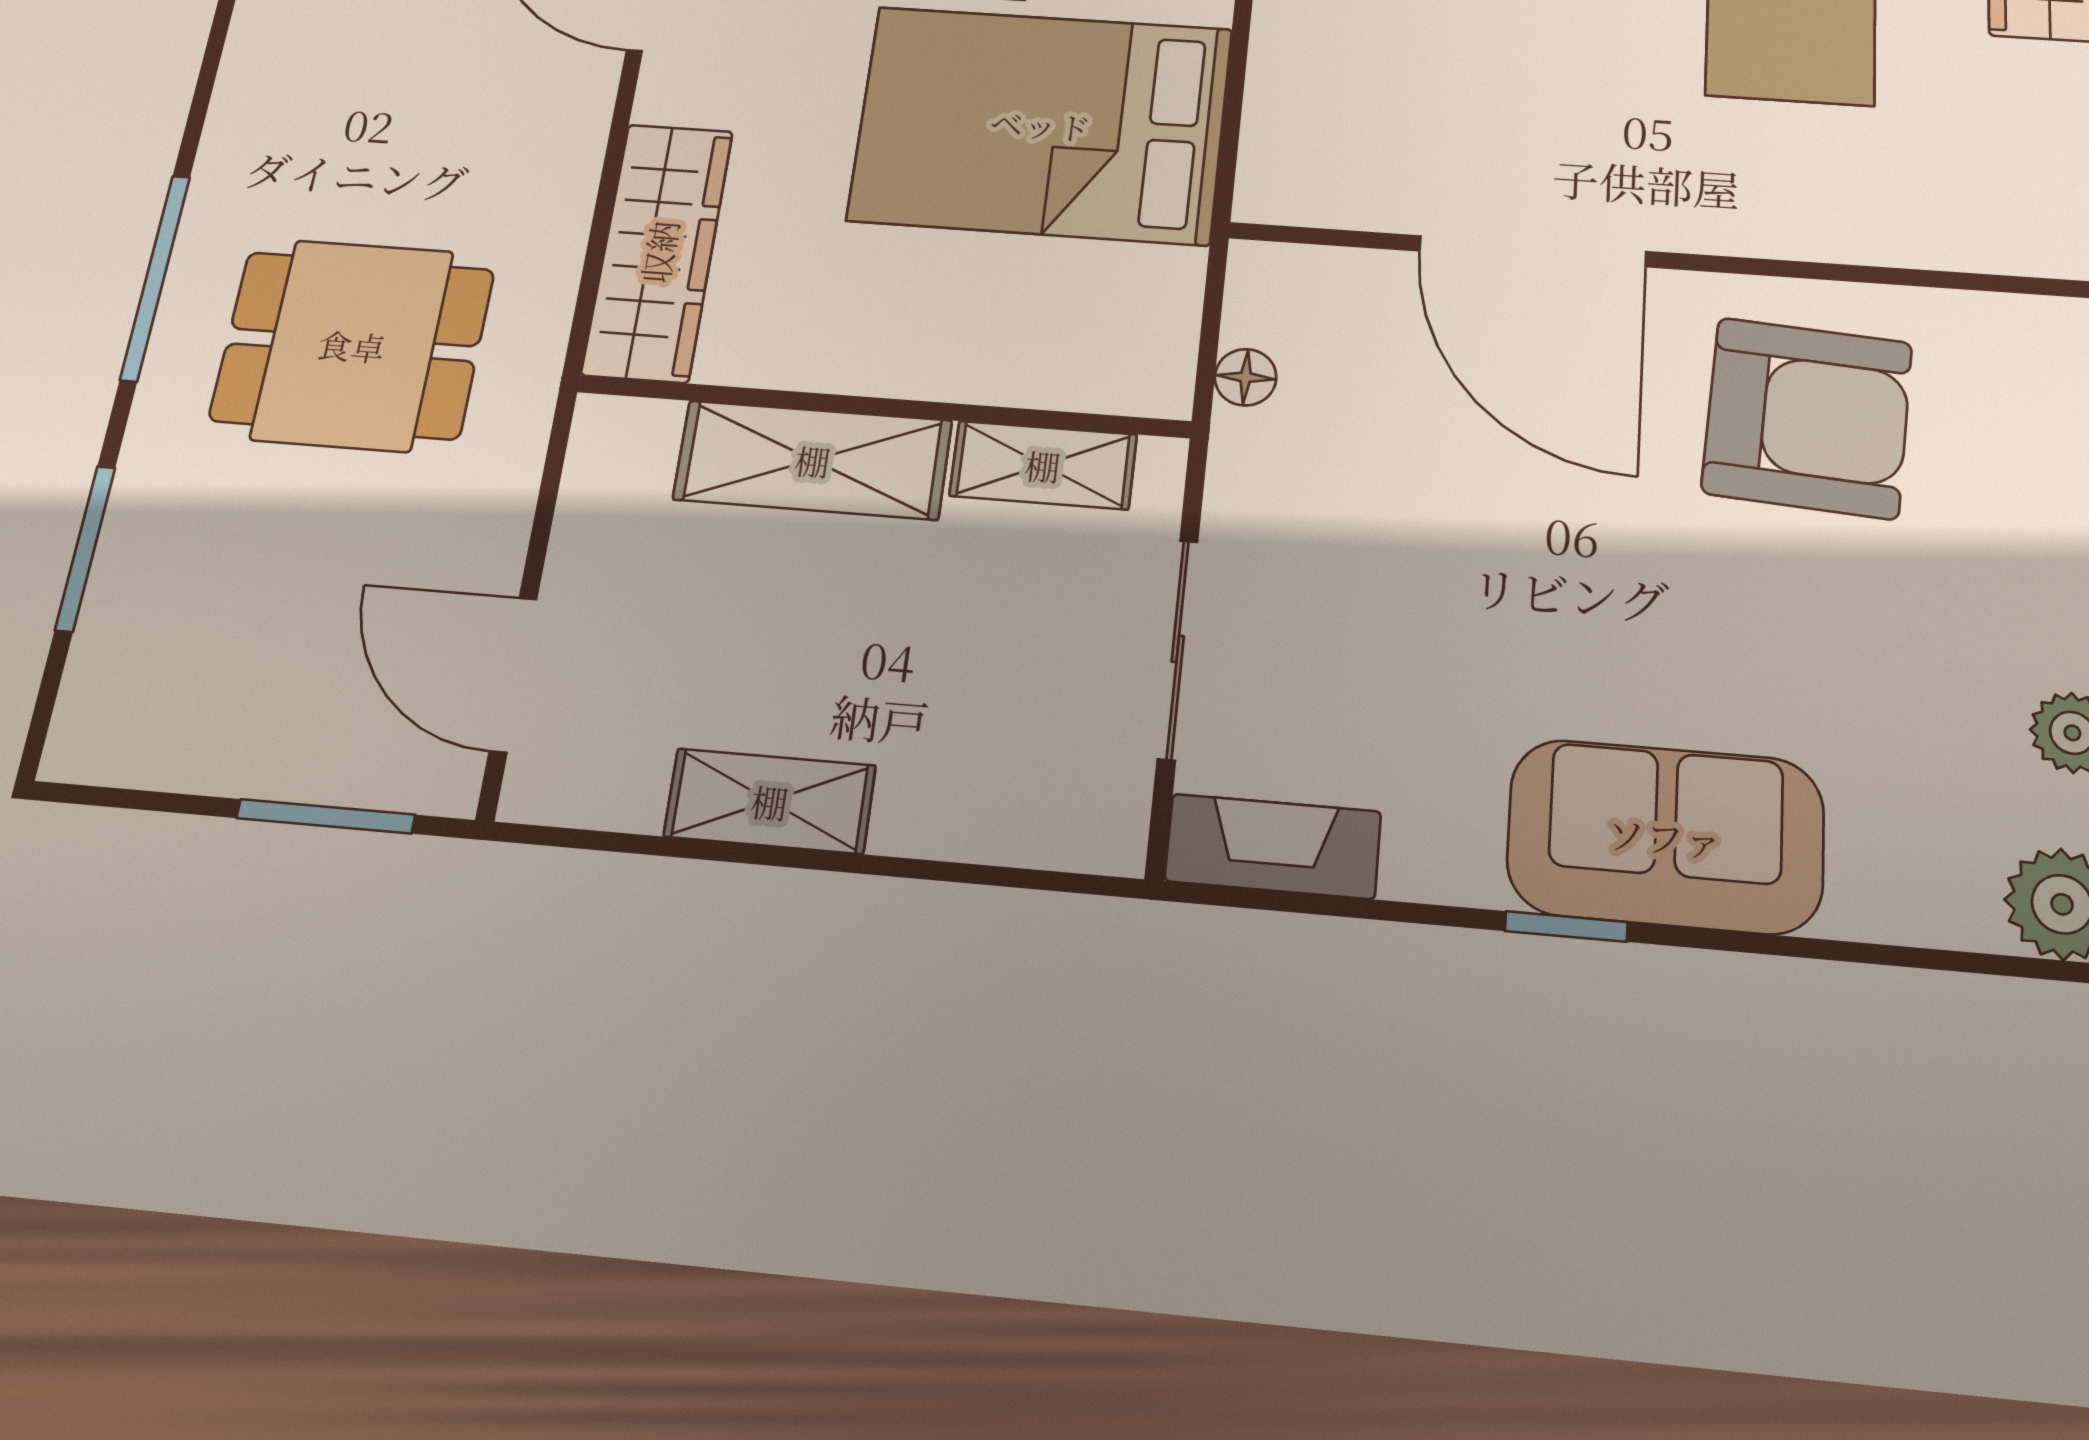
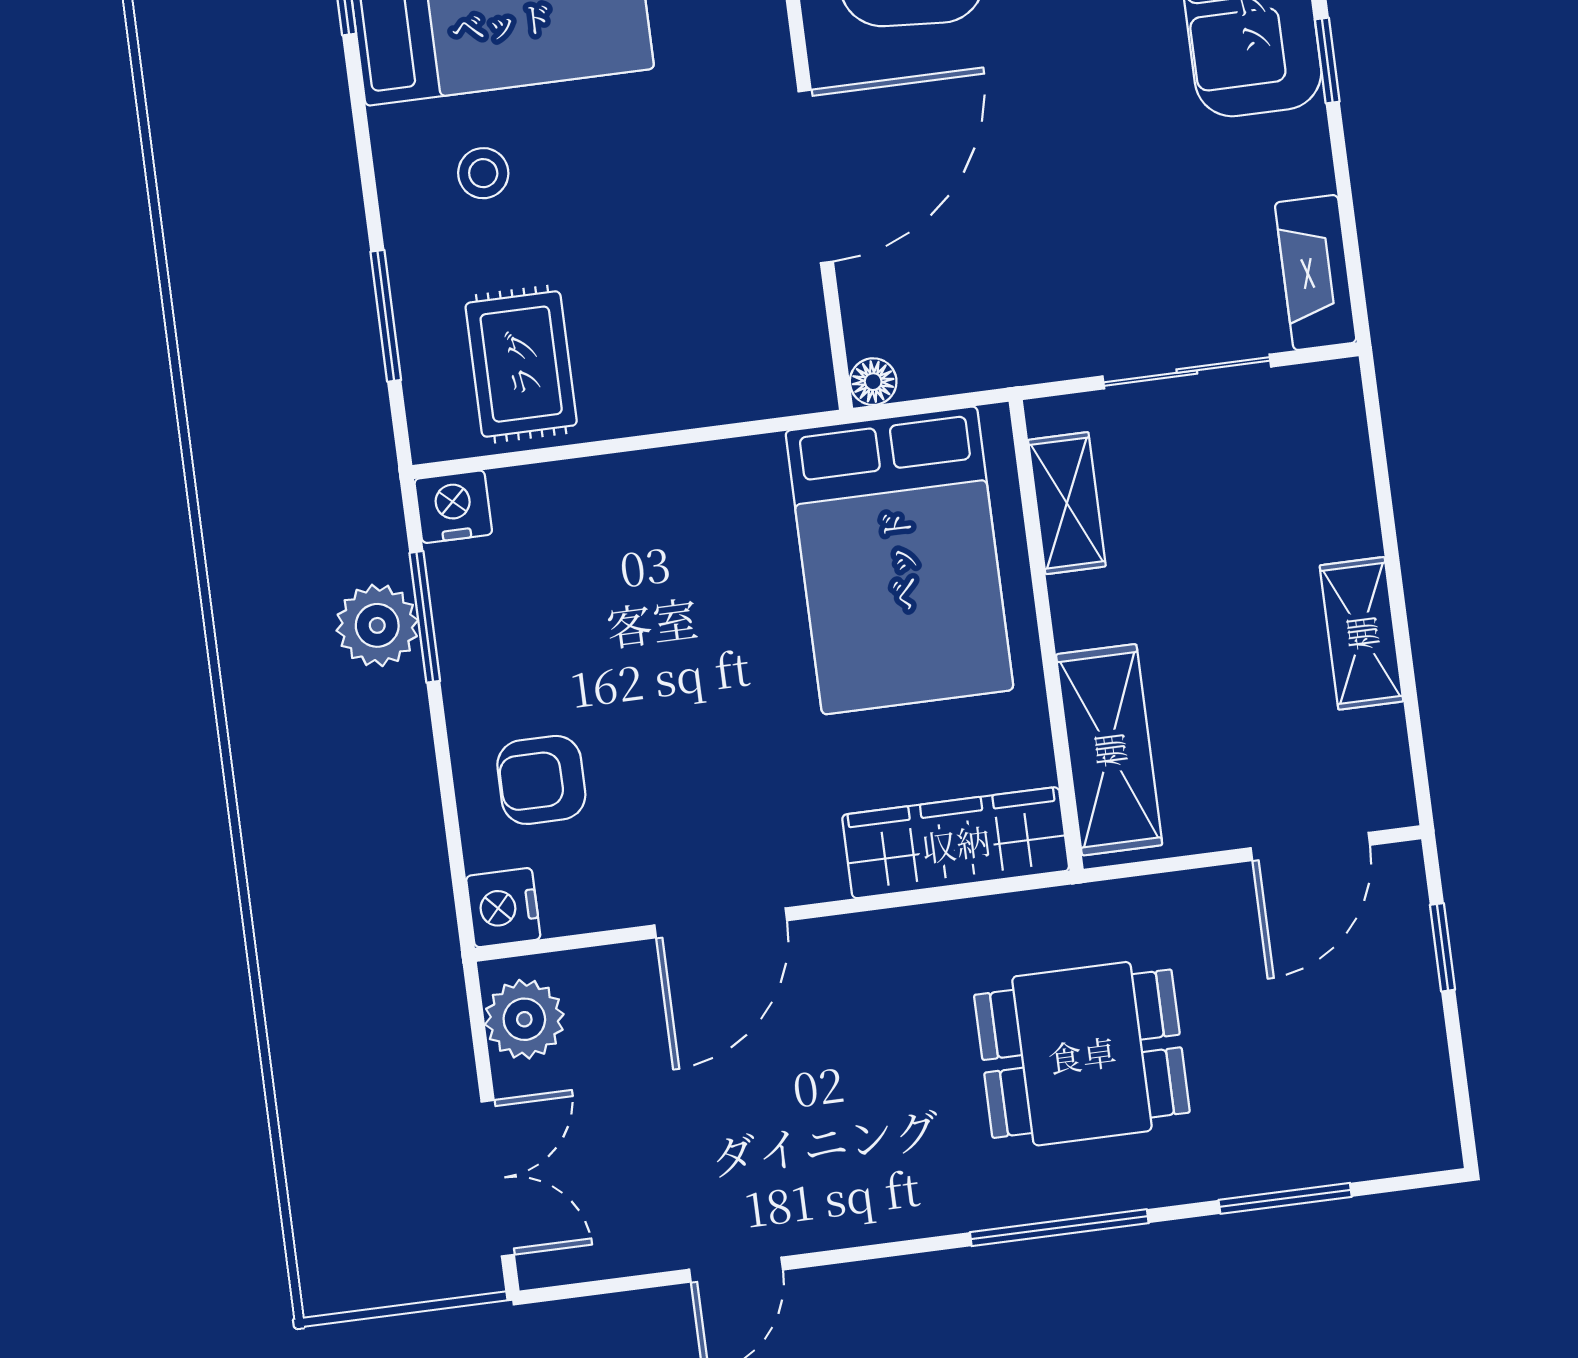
bed: (1041, 124) -> (899, 560), moved
dining table: (352, 345) -> (1082, 1054), turned 90
floor lamp: (1246, 377) -> (873, 382), moved
shelving: (813, 460) -> (1109, 750), moved
window: (326, 816) -> (1442, 947), width x0.67

